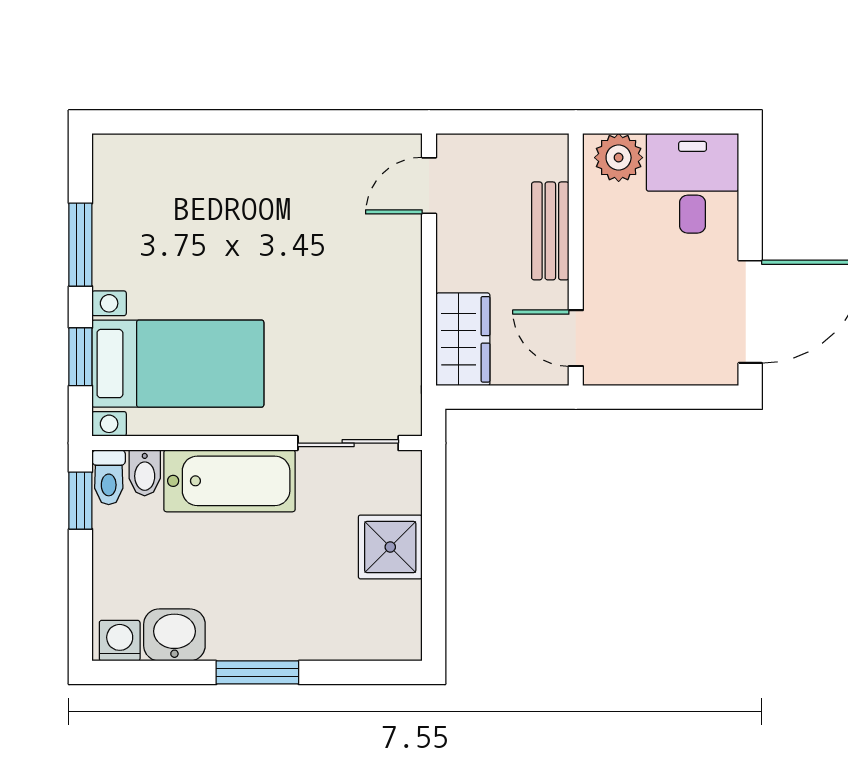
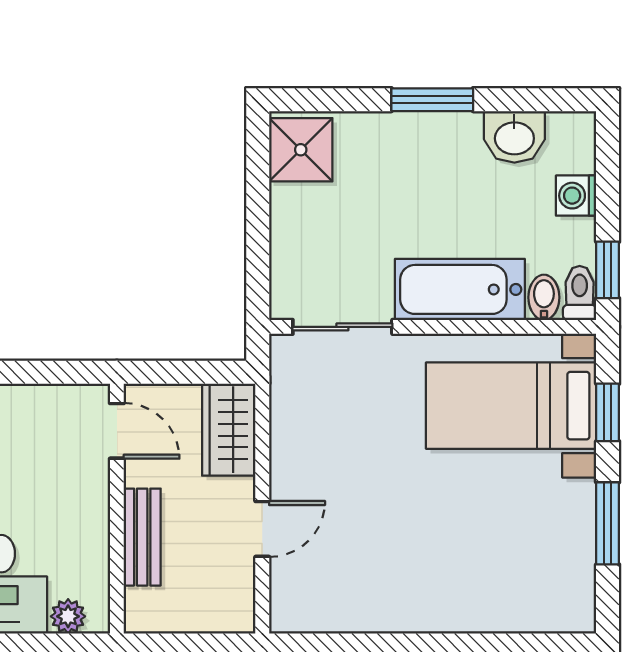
plant: (619, 158) -> (68, 616), width x0.73, depth x0.73
door: (429, 186) -> (262, 529), moved
shower: (390, 547) -> (301, 150), moved
washing machine: (120, 641) -> (576, 196), moved, turned 90

